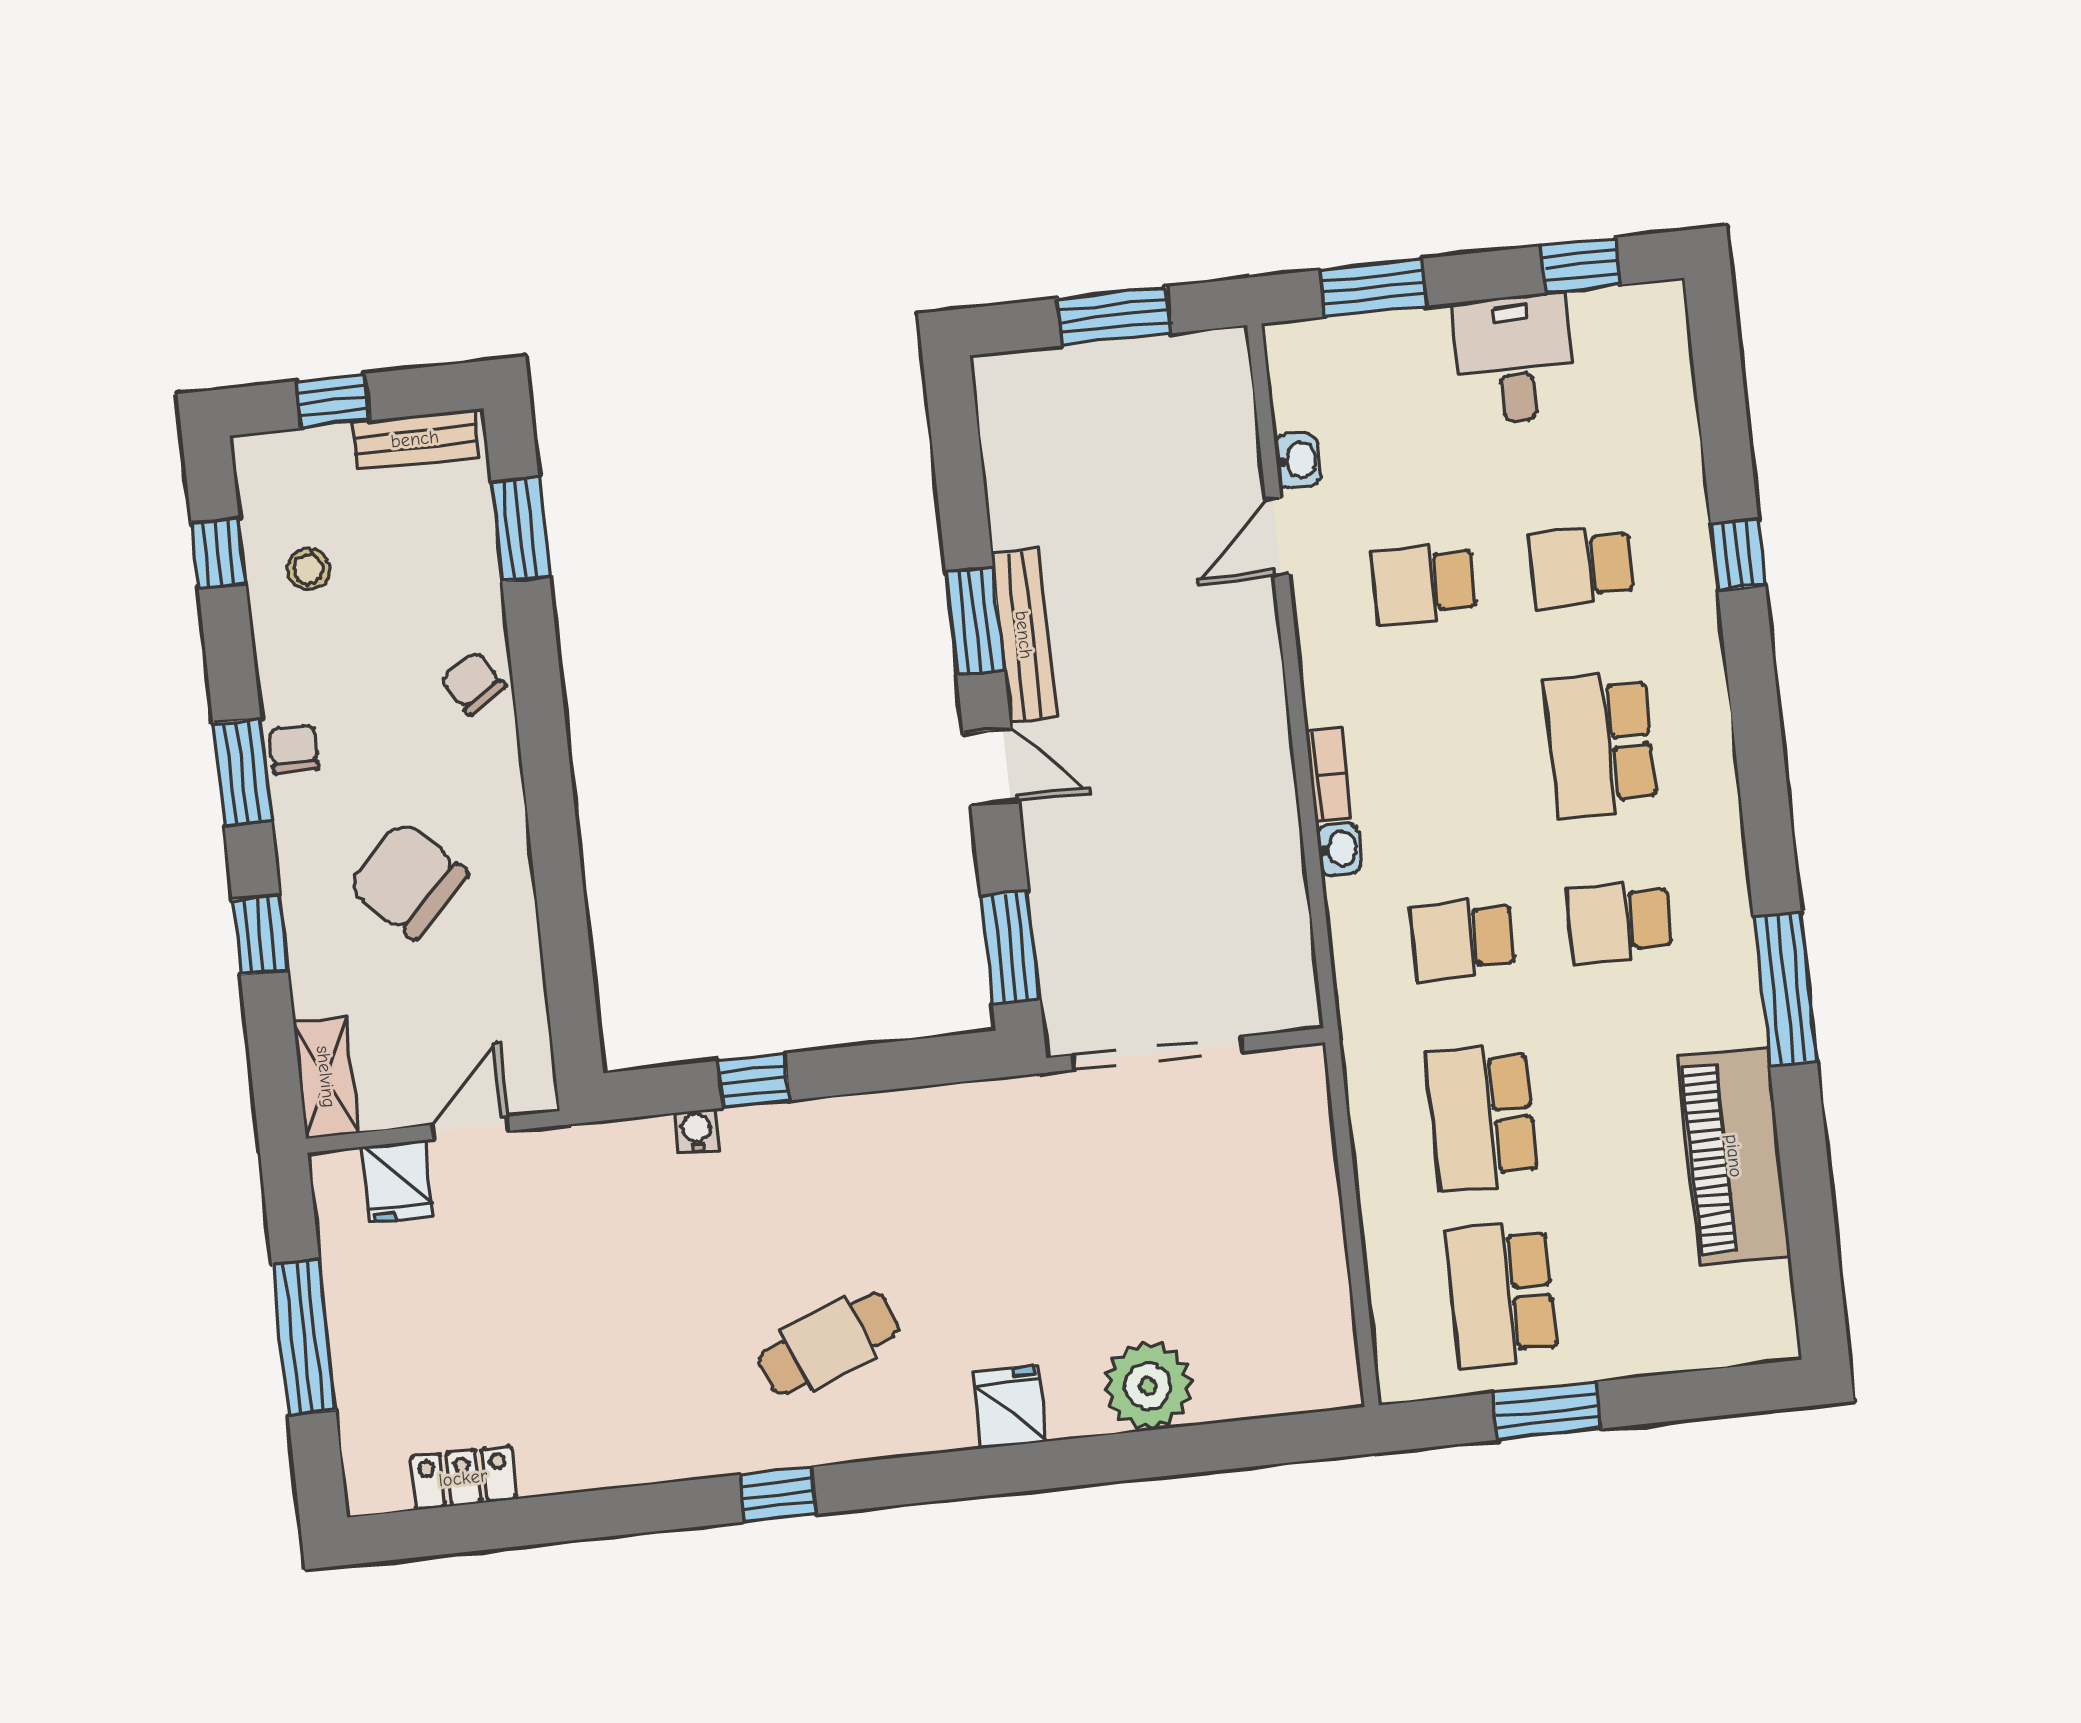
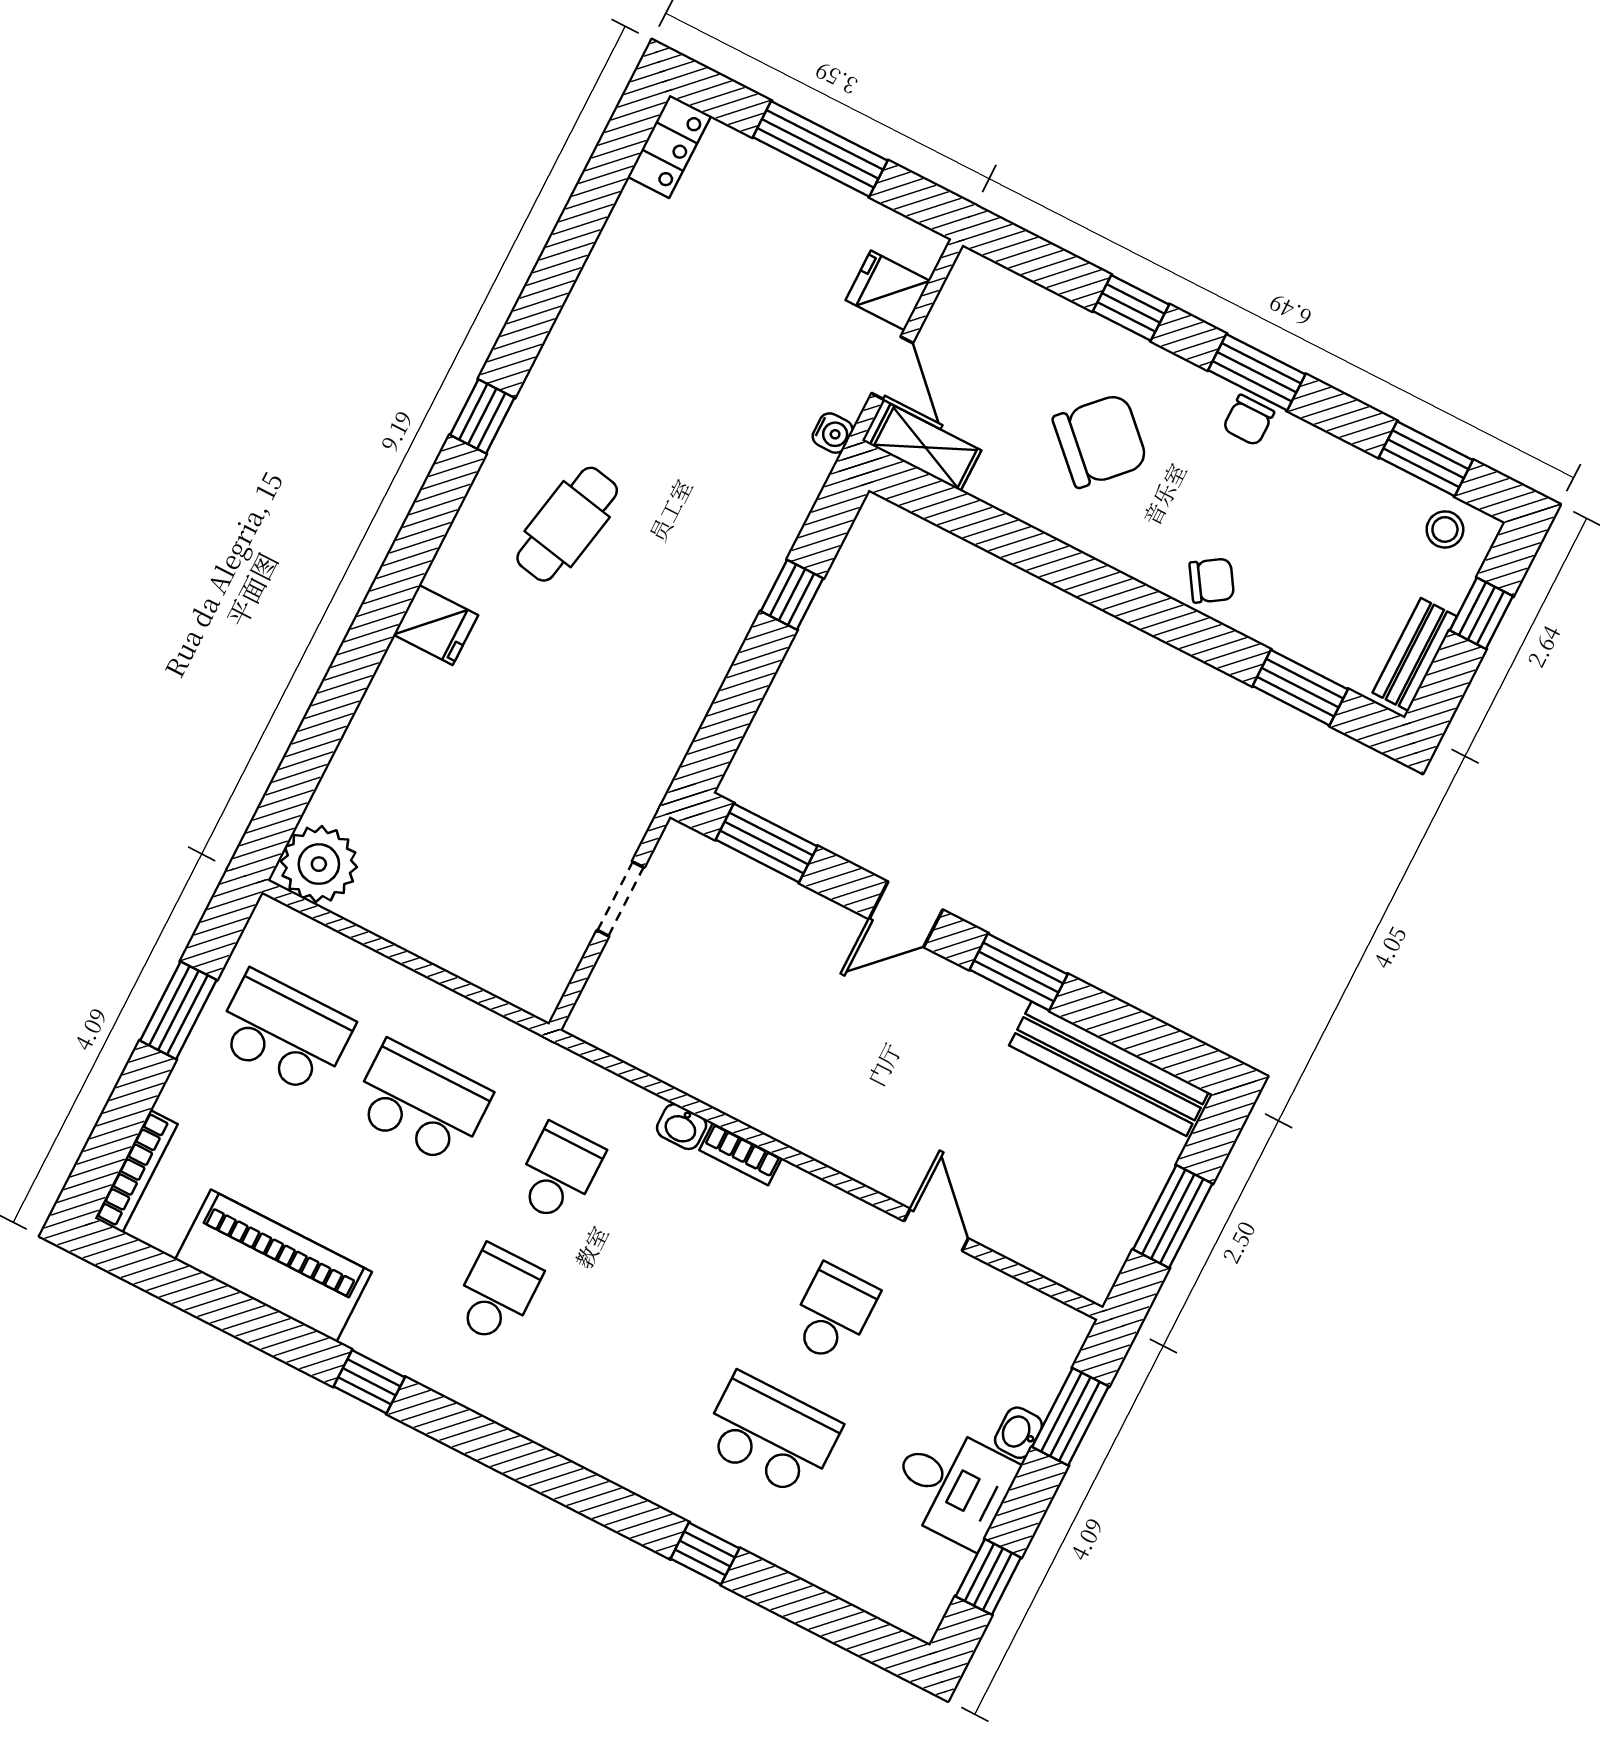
washbasin: (1298, 460) -> (1018, 1433), moved, turned 90
window: (219, 553) -> (1426, 459), width x1.50
school desk: (1581, 566) -> (771, 1435), width x1.85
stool: (309, 569) -> (1445, 529), moved
bench: (1024, 635) -> (1109, 1069), moved, width x1.37, depth x1.21
school desk: (1600, 744) -> (634, 1365), removed
chair: (294, 749) -> (1249, 420), turned 90
window: (1785, 989) -> (369, 1382), width x0.46
doorway: (1158, 1053) -> (621, 899), width x0.53
shelving: (326, 1077) -> (926, 448), moved
water cooler: (697, 1131) -> (833, 433), moved
cafe table: (829, 1343) -> (567, 524), turned 33
bookcase: (1730, 1349) -> (136, 1171), added
plant: (1148, 1386) -> (319, 864), moved
locker: (463, 1478) -> (669, 146), moved

